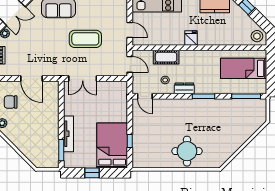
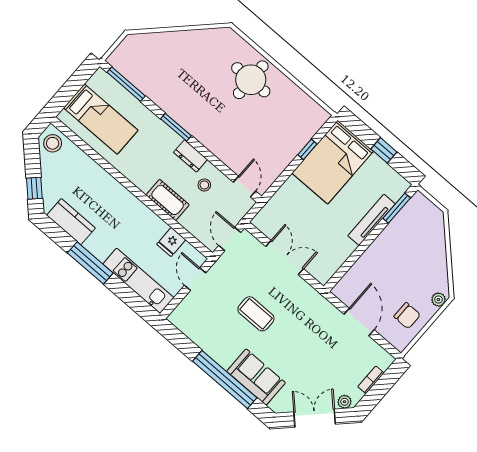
fridge: (191, 38) -> (171, 242), moved
coffee table: (85, 39) -> (256, 314), width x0.73, depth x0.76
cot: (166, 57) -> (168, 200), moved
double door: (83, 79) -> (285, 258), moved

